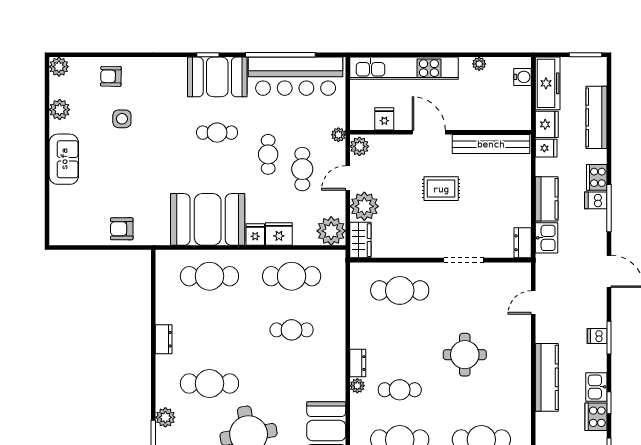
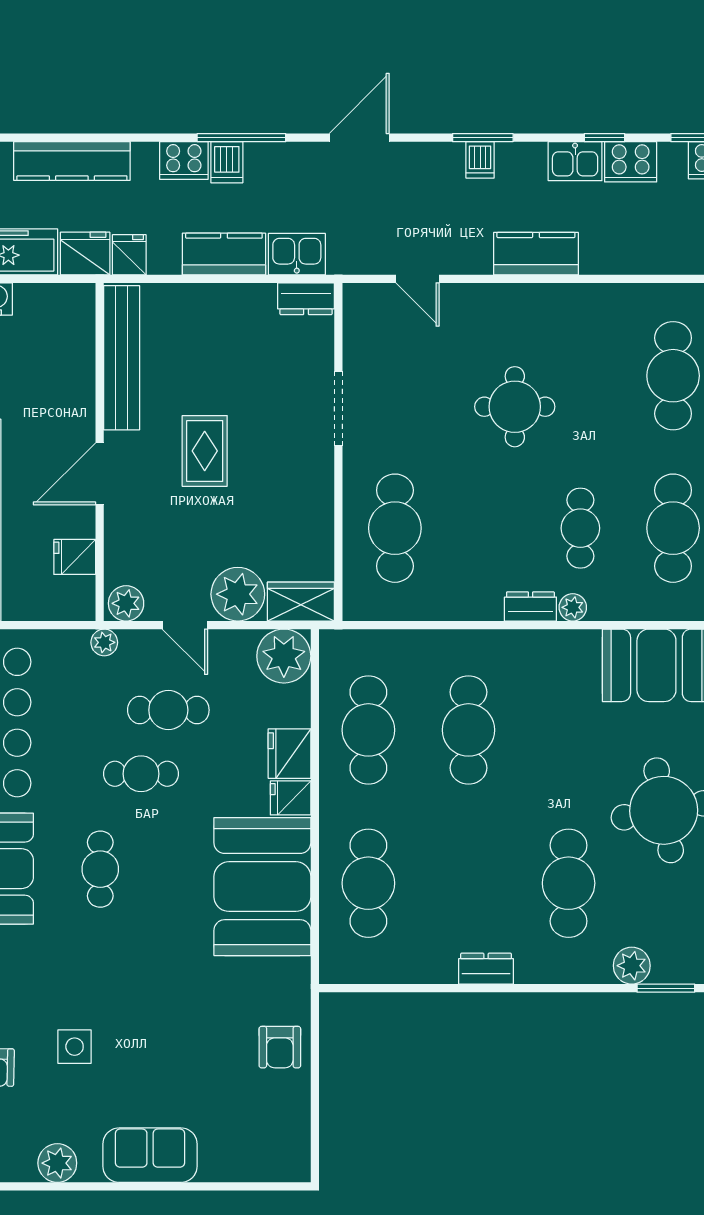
cafe table: (292, 330) -> (468, 730), width x1.37, depth x1.35
kitchen counter: (547, 377) -> (536, 254), width x0.67

